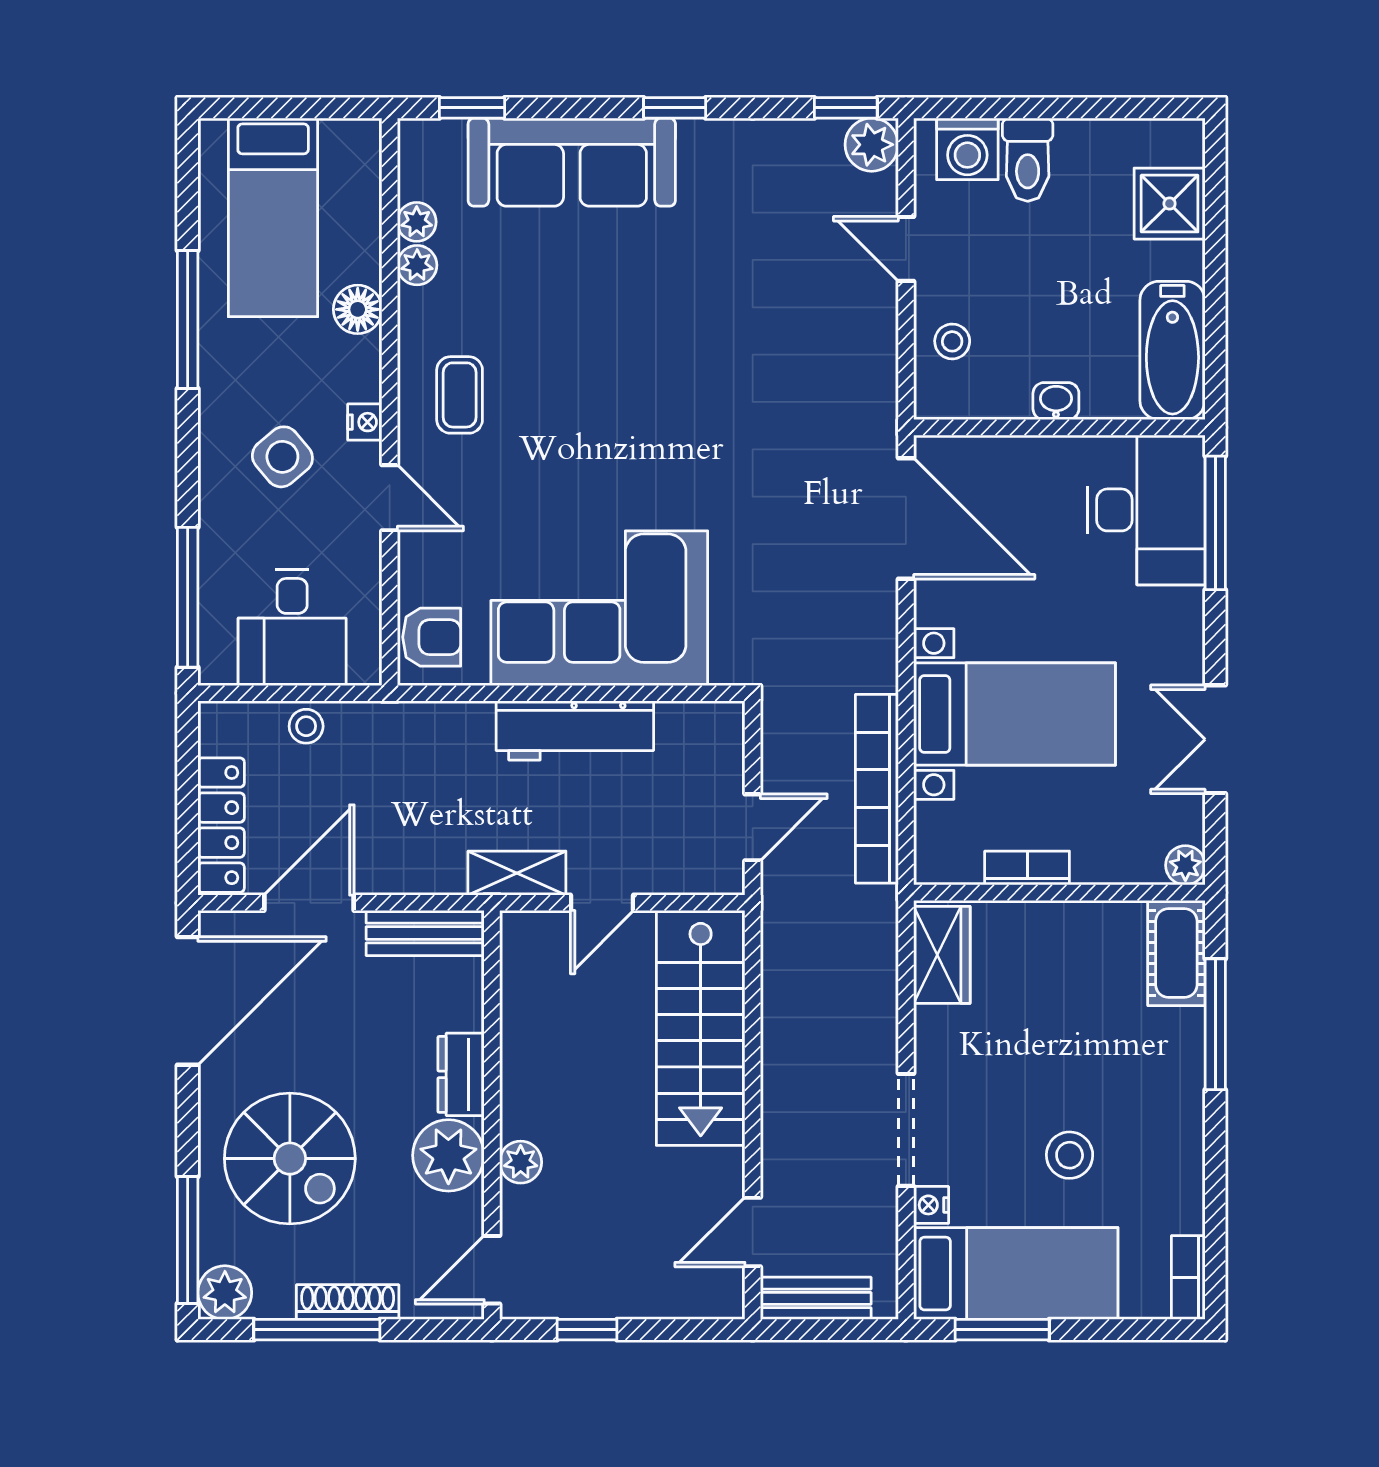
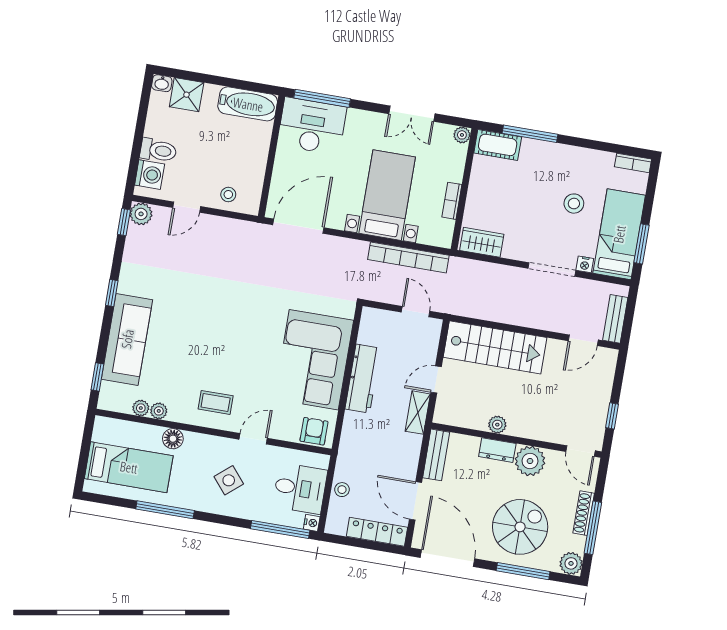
washbasin: (1056, 401) -> (162, 83), moved, turned -90
nightstand: (365, 422) -> (312, 523), moved, turned 90
door: (602, 903) -> (436, 379), swing flipped
plant: (521, 1162) -> (497, 425), moved
door: (753, 1232) -> (583, 340), hinge flipped
window: (188, 1240) -> (523, 571), moved

